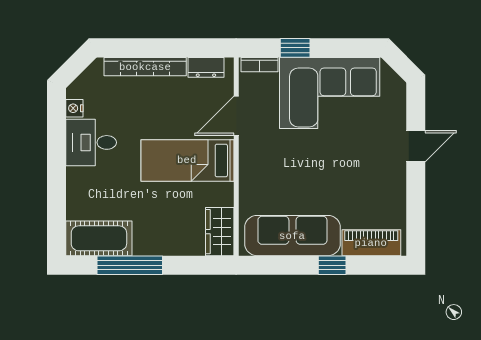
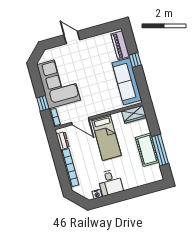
cot: (99, 238) -> (147, 150), moved

